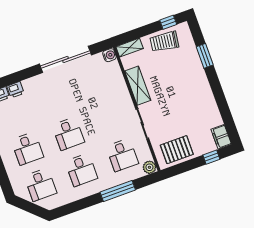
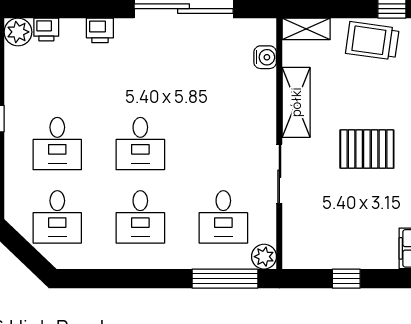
water cooler: (109, 55) -> (265, 57), moved
printer: (16, 90) -> (100, 30), moved
pallet: (177, 150) -> (367, 149), moved
window: (211, 157) -> (346, 279), moved
window: (118, 191) -> (225, 279), moved

